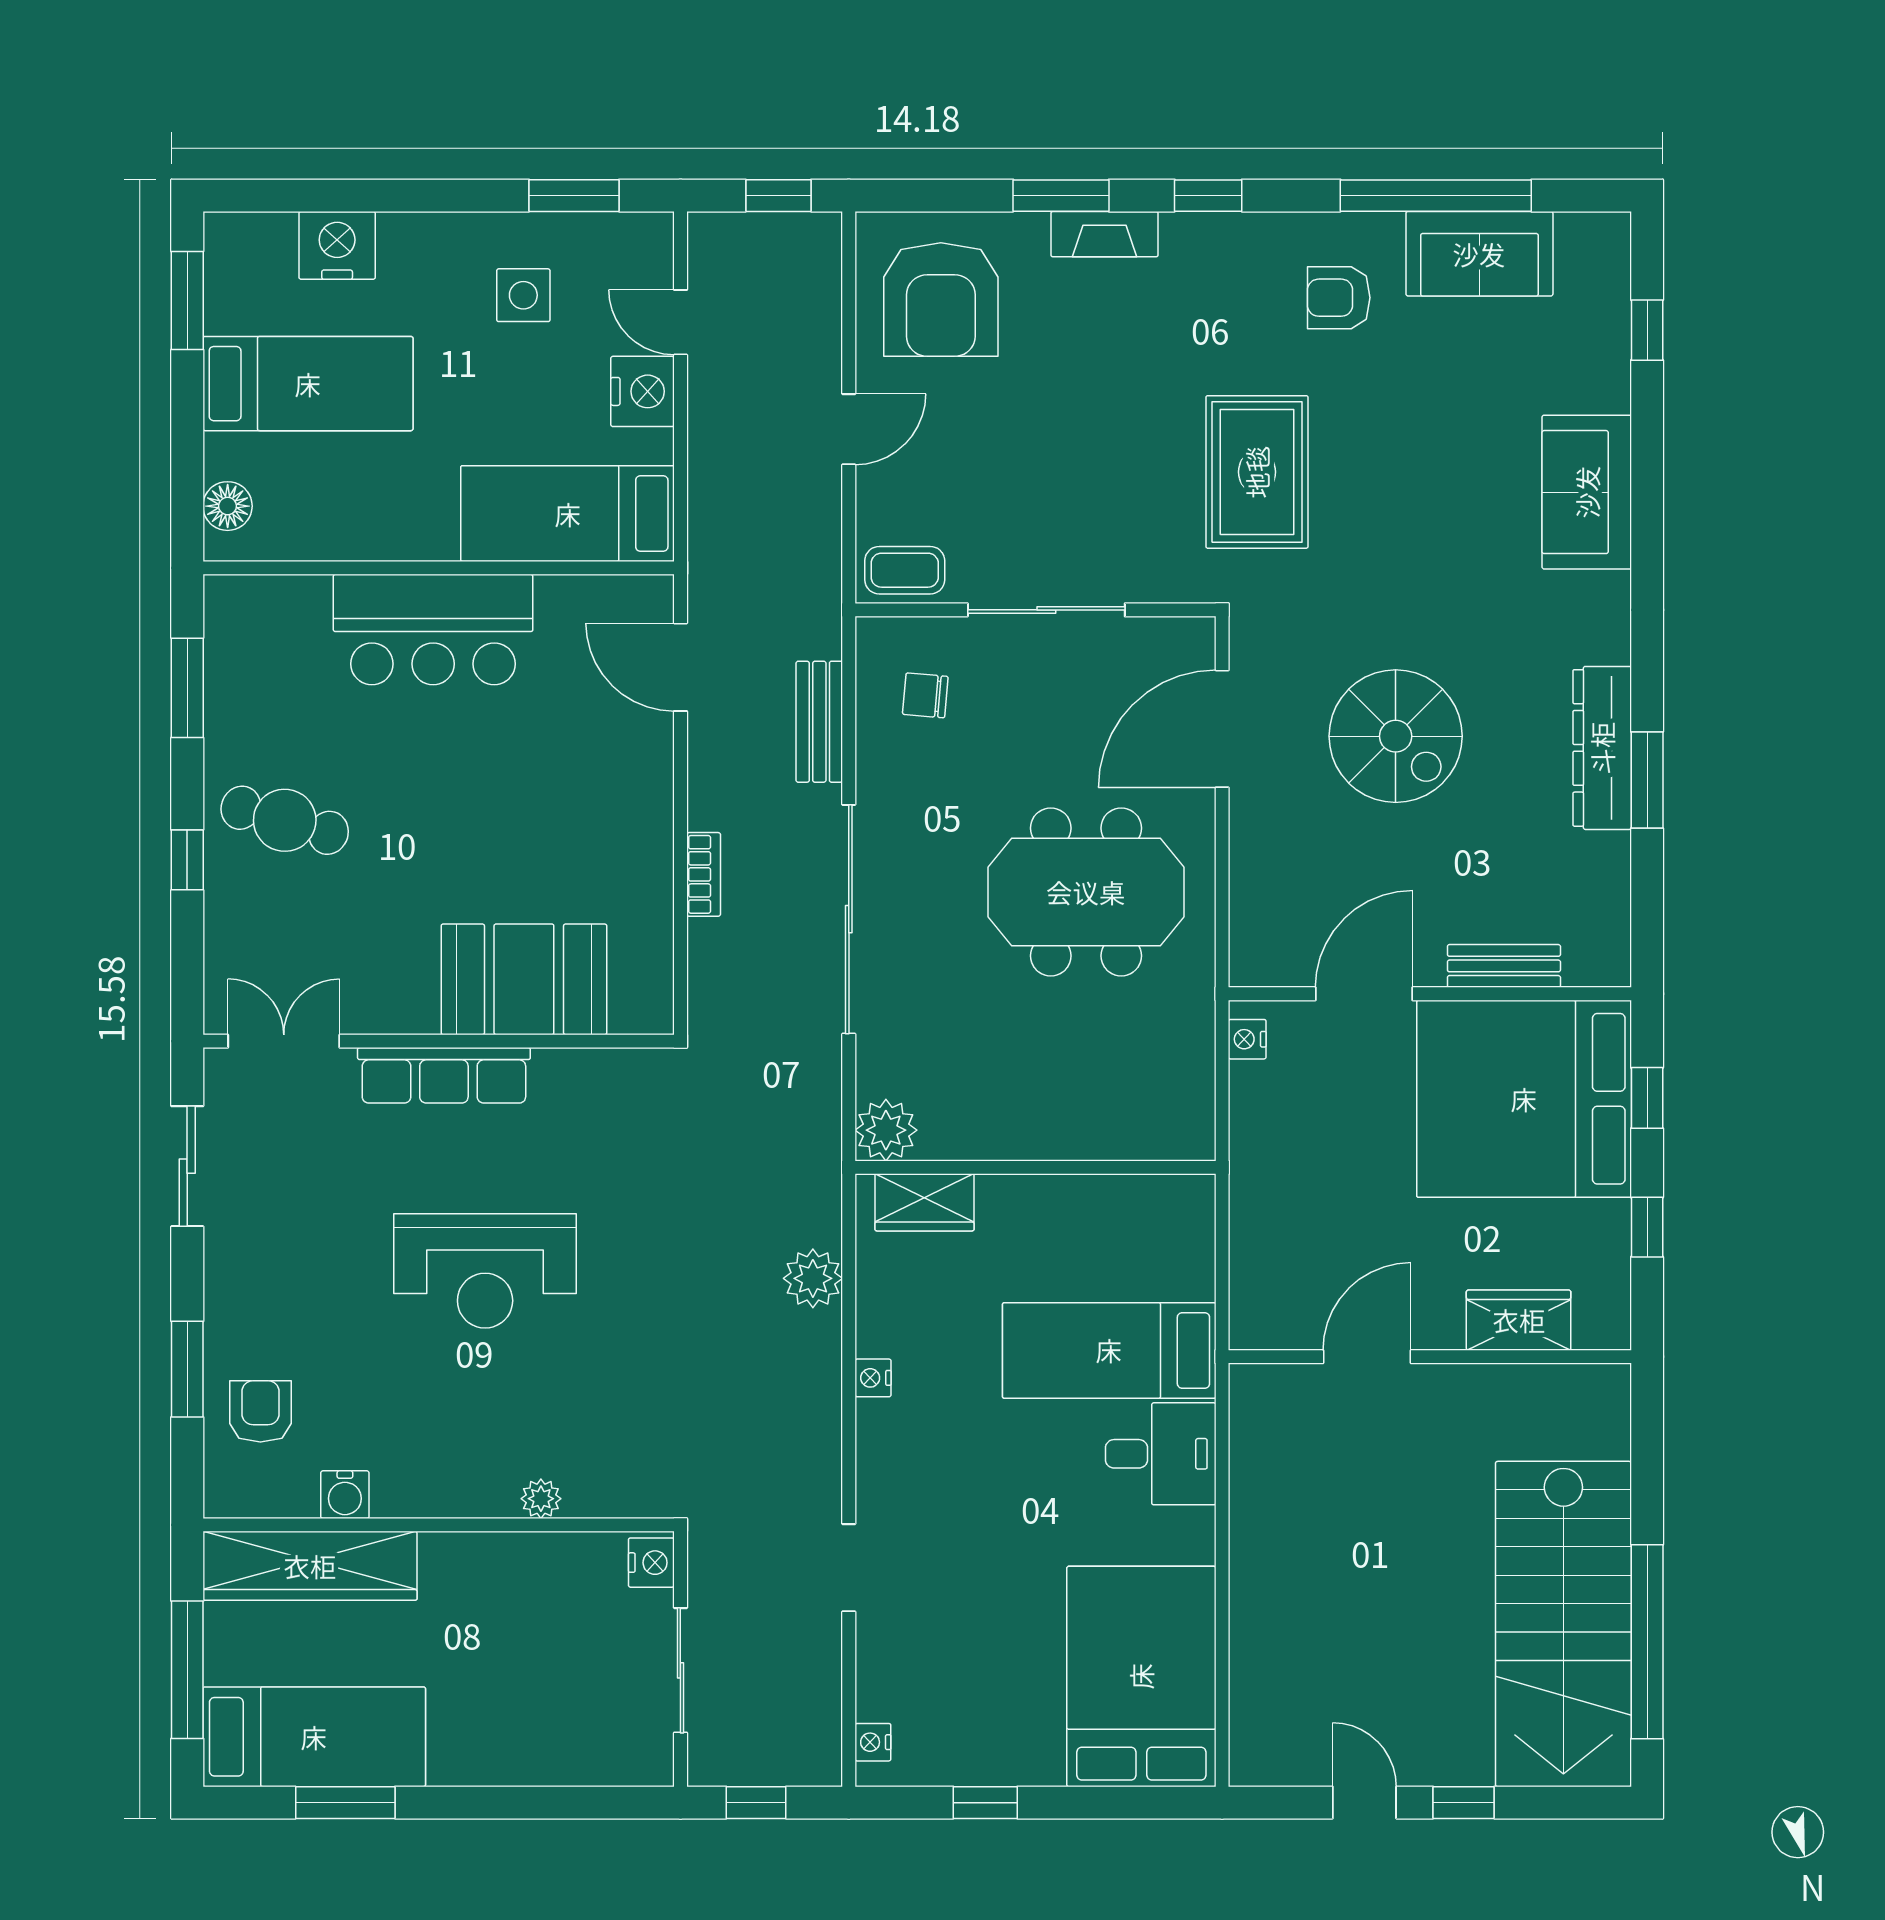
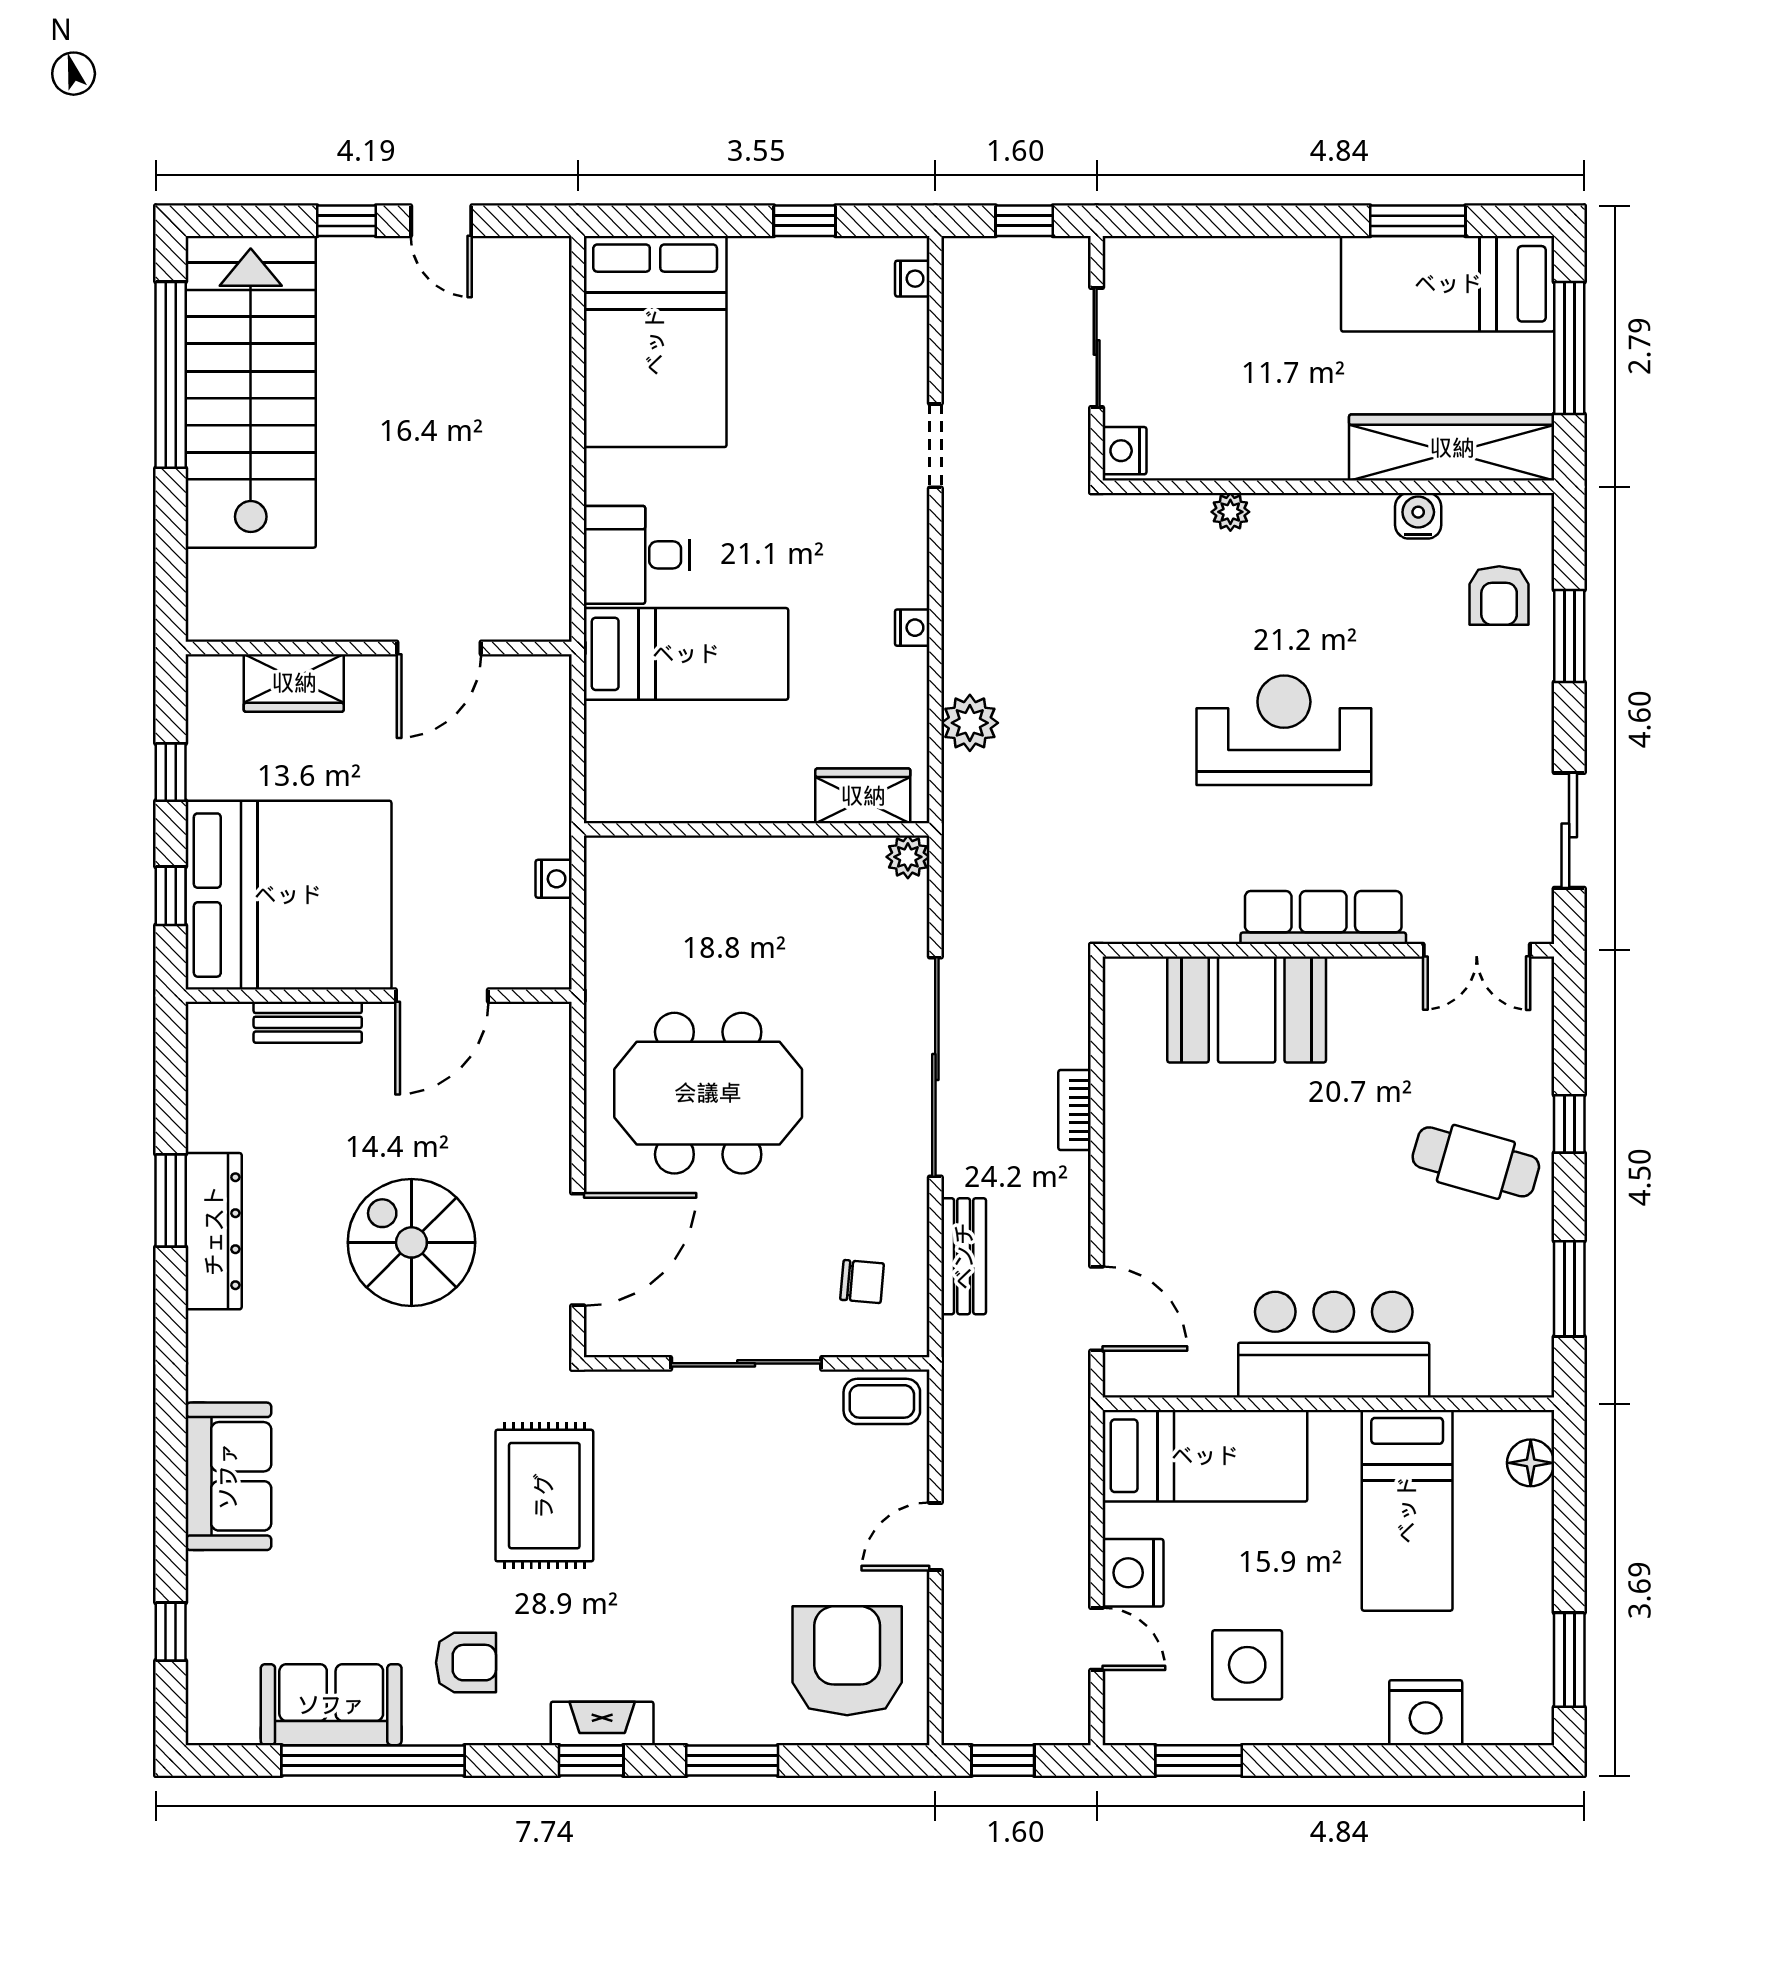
fireplace: (1104, 234) -> (602, 1723), moved
side table: (523, 295) -> (1247, 1665), width x1.37, depth x1.37
bed: (308, 384) -> (1407, 1510), moved, turned -90
nightstand: (1247, 1039) -> (554, 879), moved
plant: (886, 1130) -> (908, 857), width x0.73, depth x0.73

